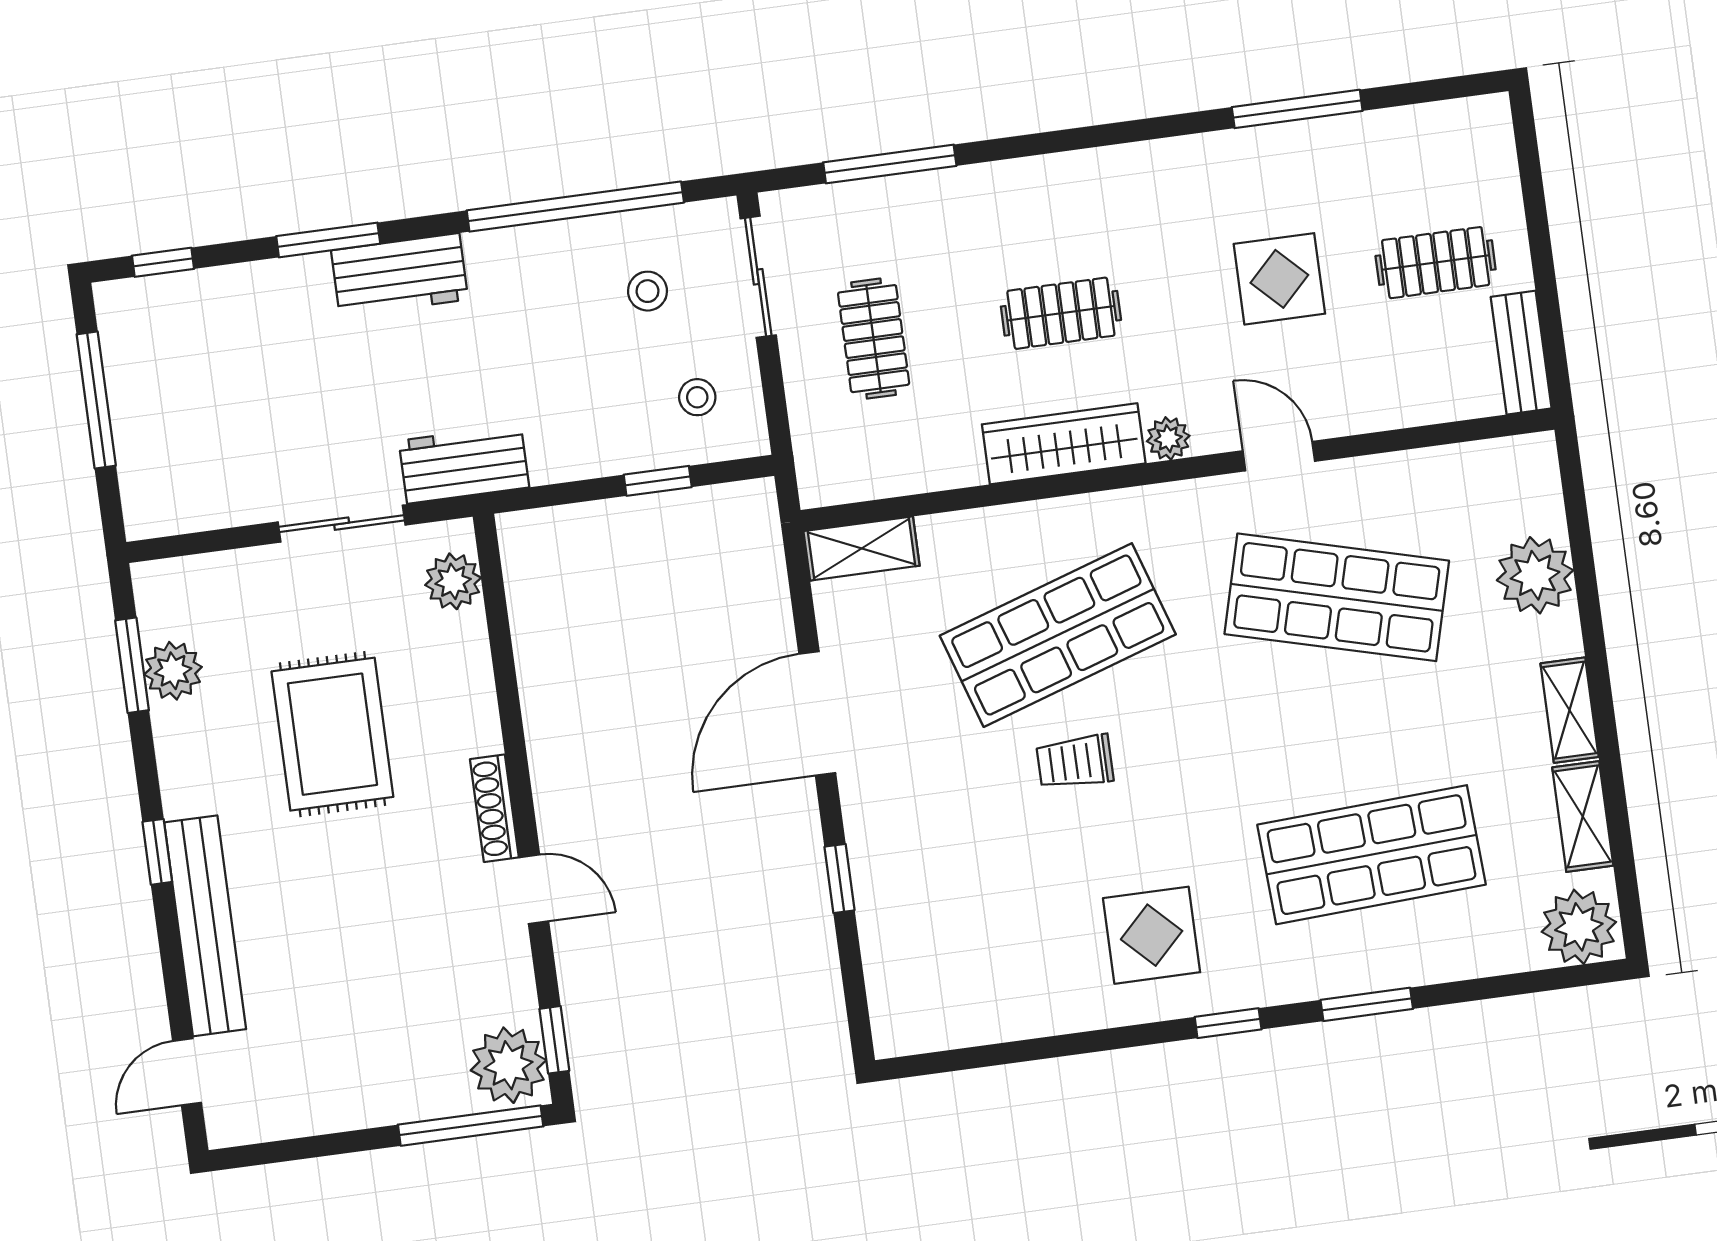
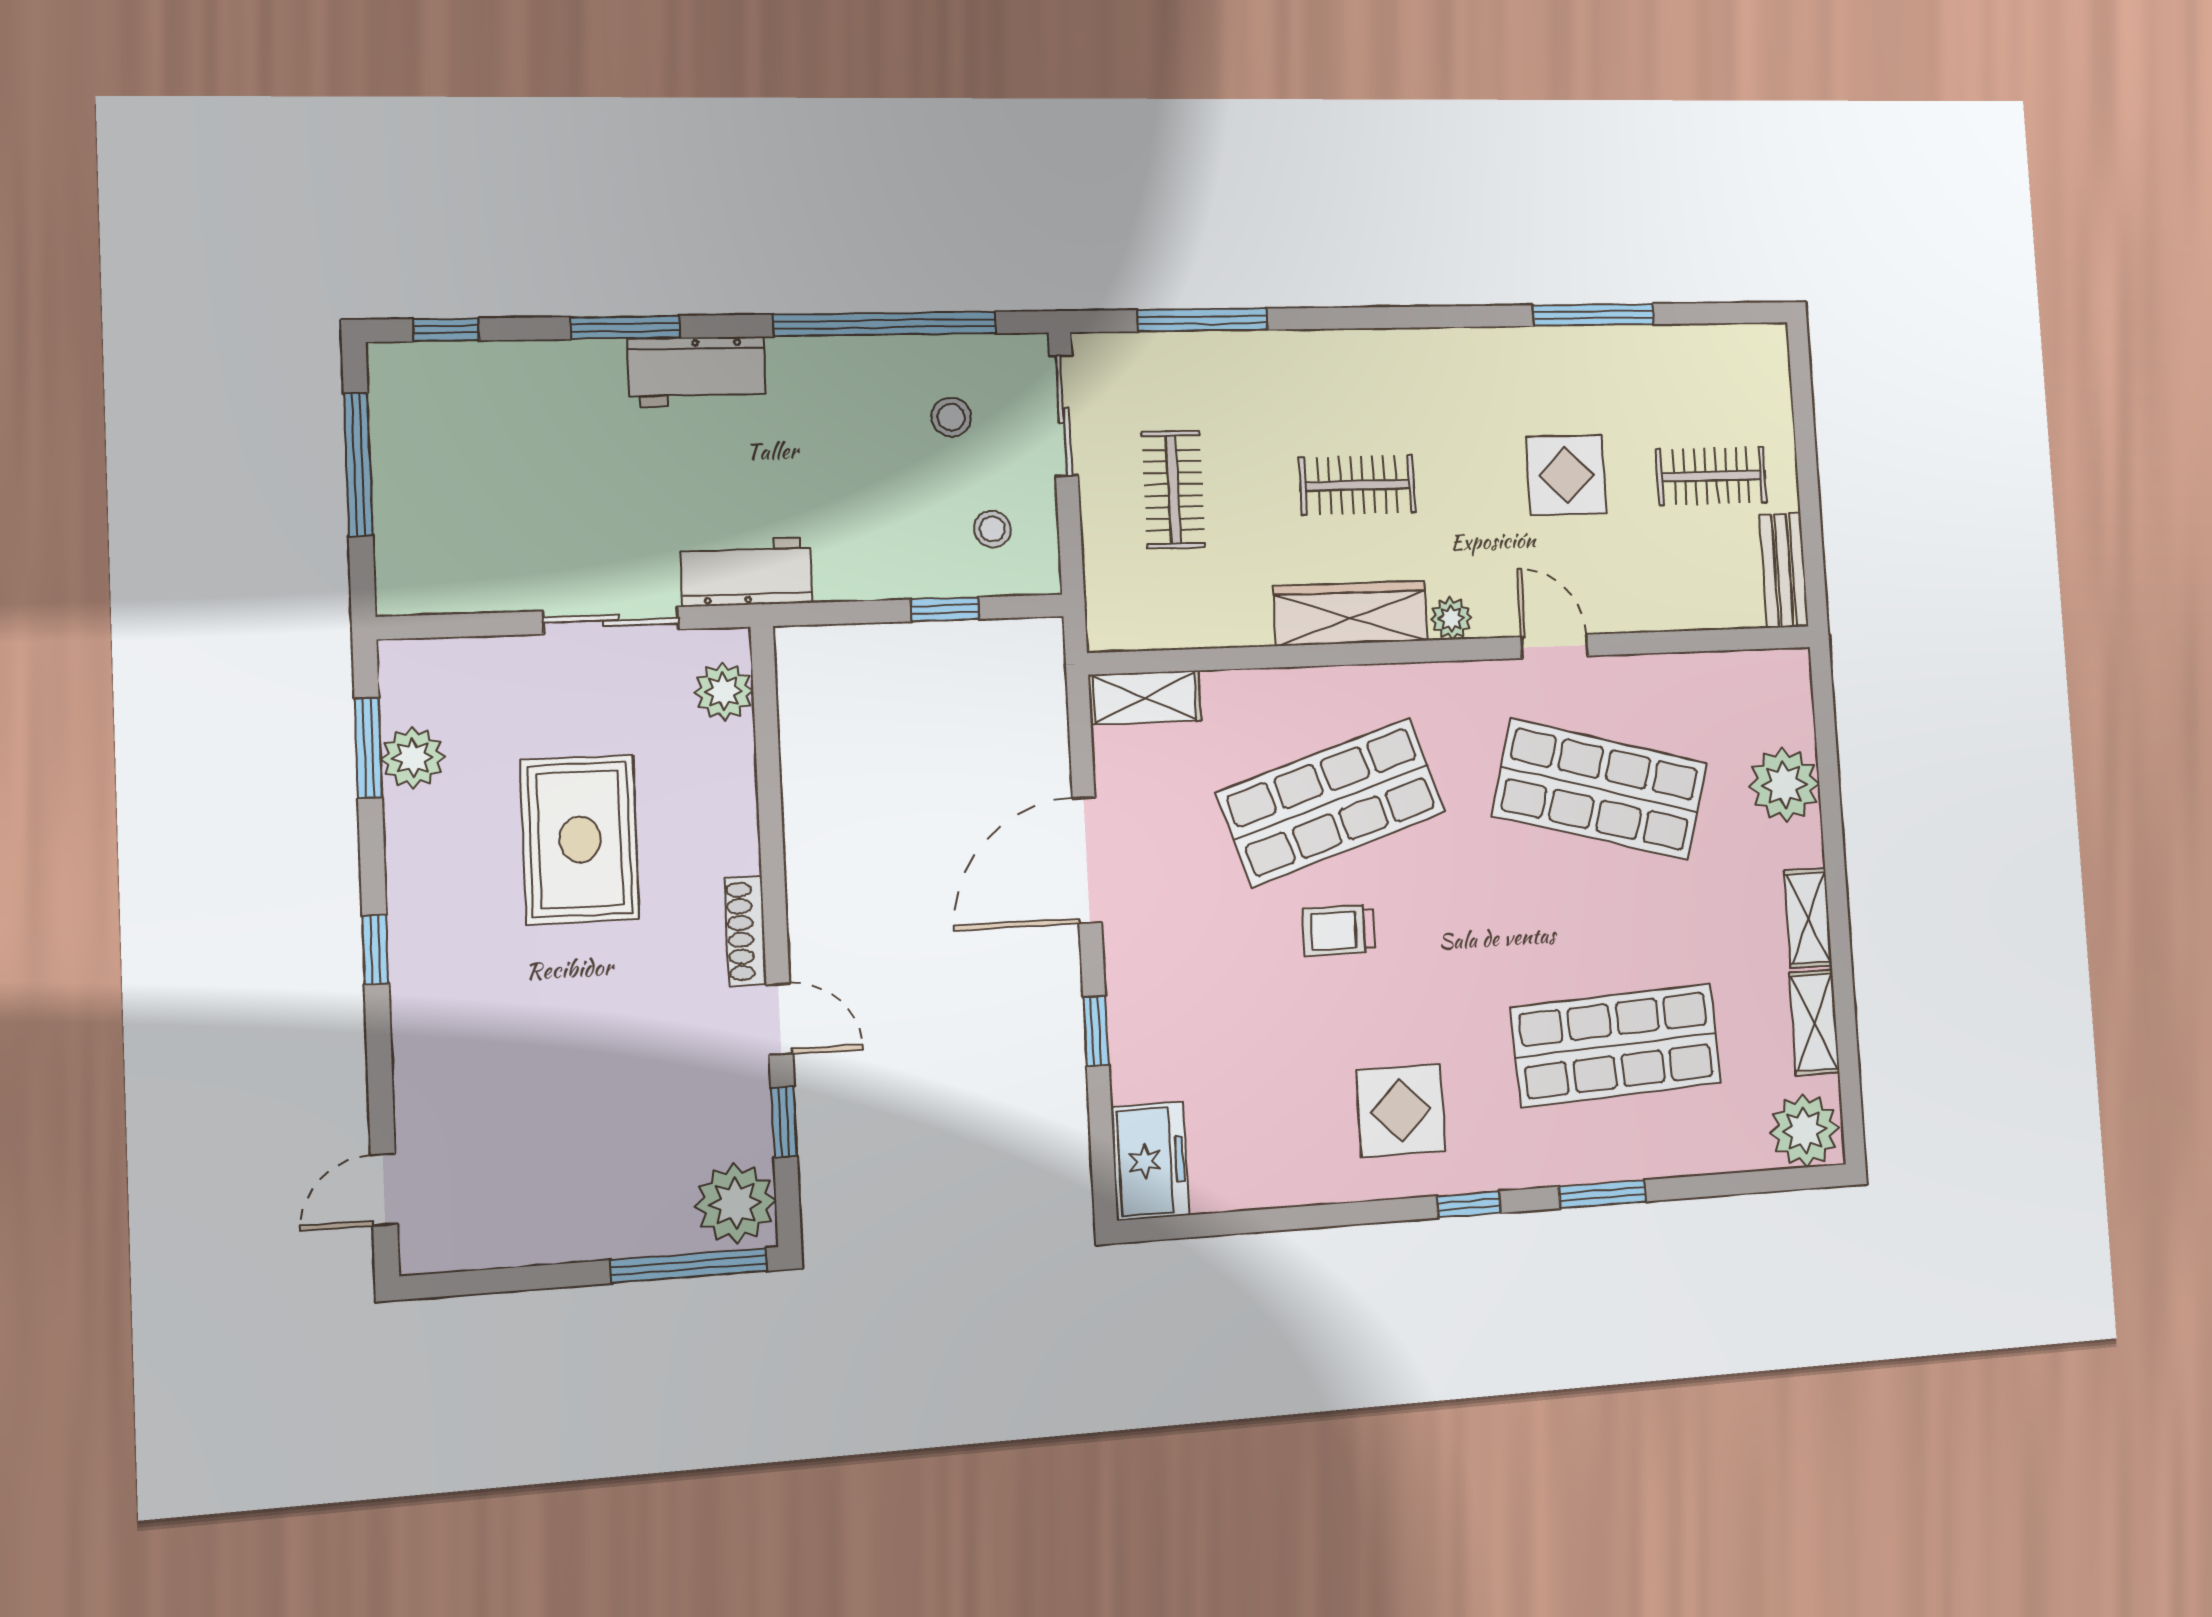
bench: (205, 926) -> (420, 1033), removed
freezer: (903, 1000) -> (1150, 1161), added
window: (554, 1040) -> (784, 1122), moved

